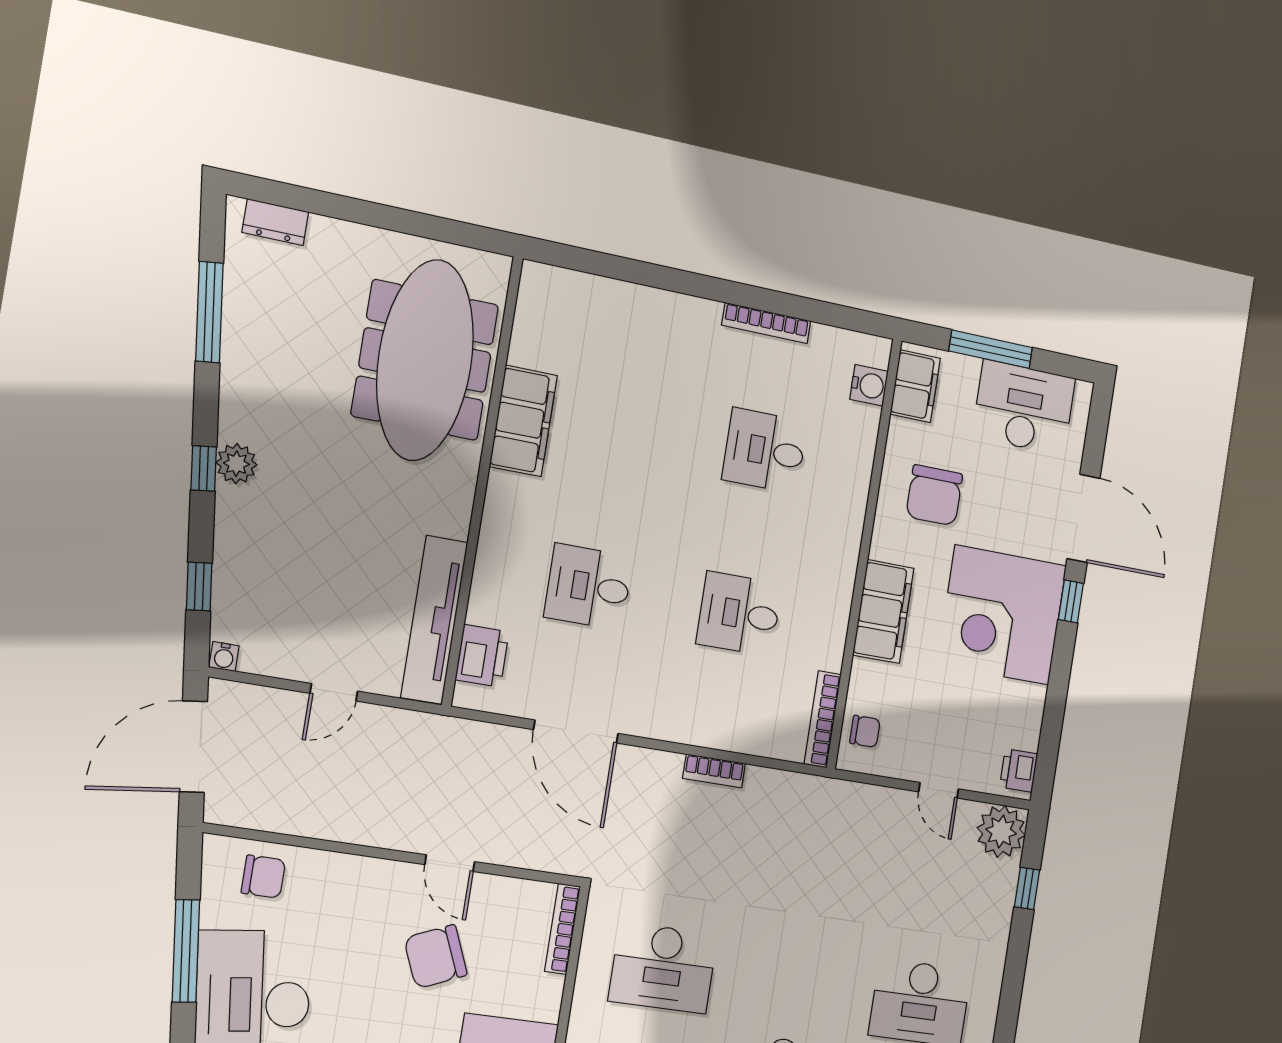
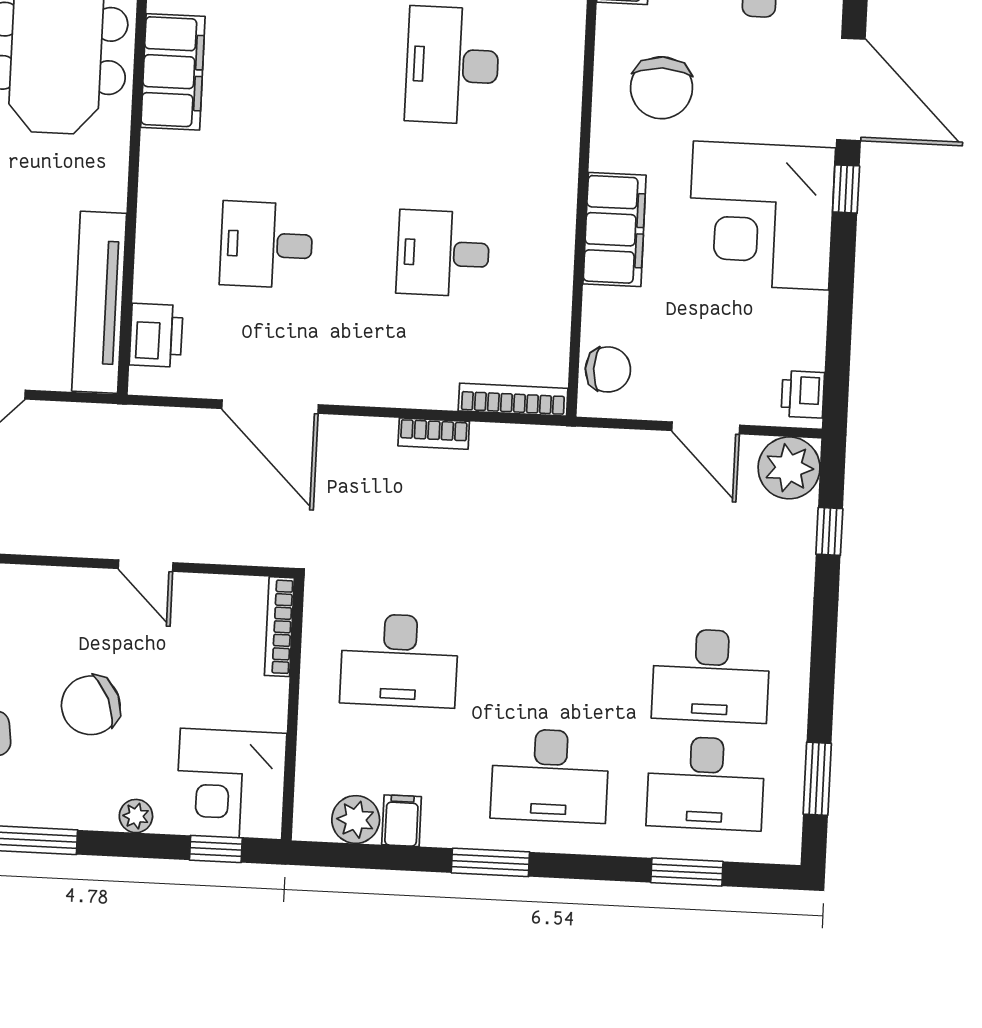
desk: (765, 451) -> (452, 65), width x1.37
bookcase: (823, 719) -> (513, 400), moved, turned 90
chair: (865, 731) -> (608, 369), width x1.37, depth x1.37
door: (939, 790) -> (706, 428), width x1.38
chair: (436, 957) -> (91, 705), moved

